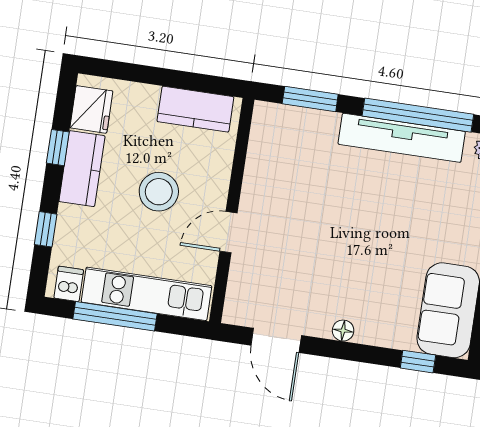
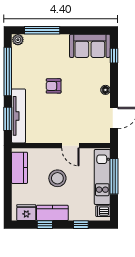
tv unit: (402, 138) -> (19, 116), moved
armchair: (370, 214) -> (54, 86), added
window: (115, 316) -> (114, 176), moved

